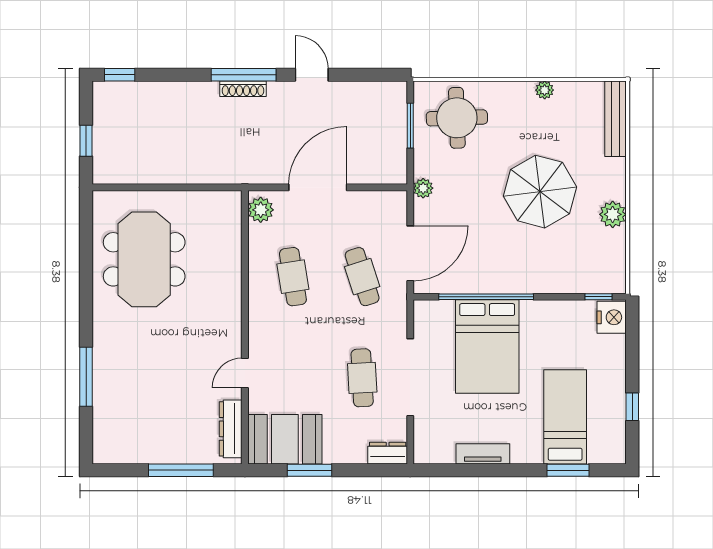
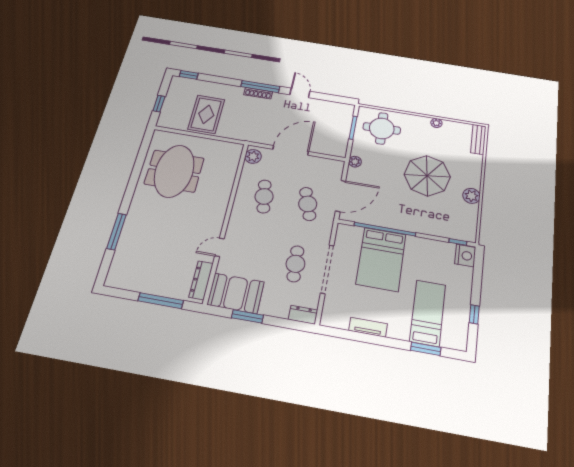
bench: (616, 119) -> (478, 139), width x0.73
rug: (168, 146) -> (206, 114), added

